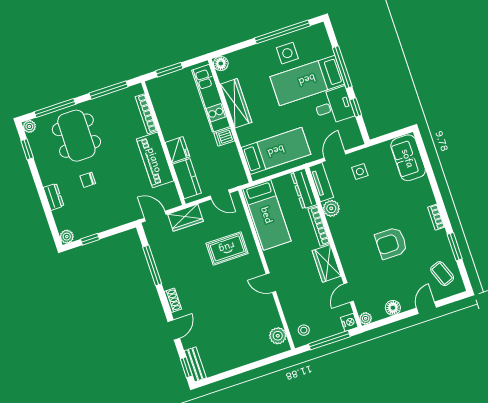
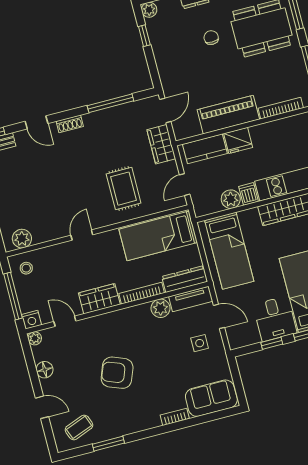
plant: (230, 153) -> (231, 199), added
bookcase: (436, 217) -> (175, 417), moved
armchair: (391, 243) -> (117, 373), turned -69

